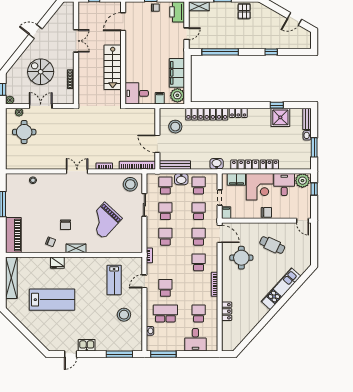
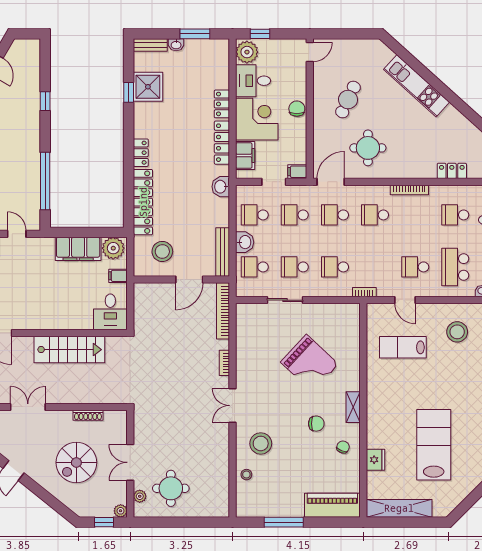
stool: (130, 184) -> (261, 443), moved
fridge: (57, 263) -> (376, 460), moved
lab bench: (114, 280) -> (403, 347), turned 180

